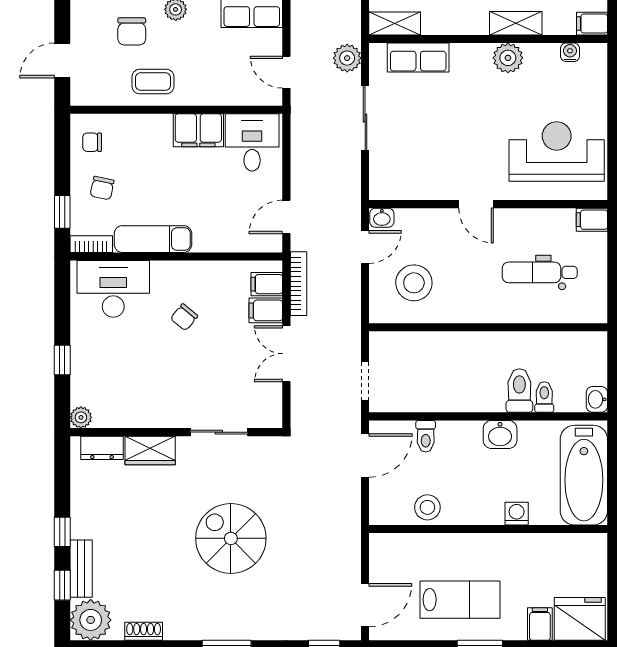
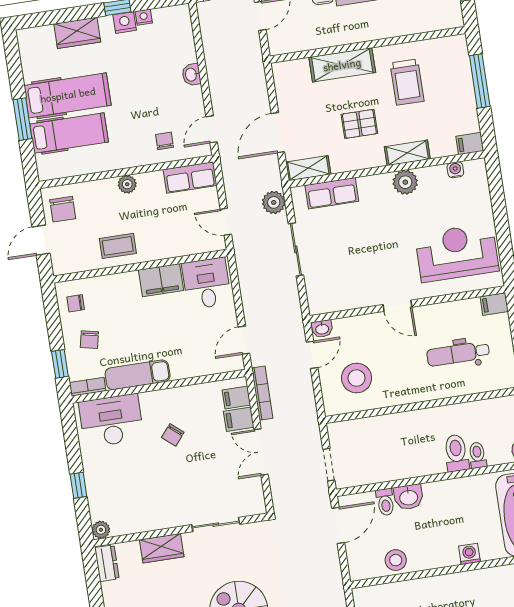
chair: (132, 31) -> (63, 209), moved
washbasin: (500, 434) -> (409, 497), moved
dresser: (102, 448) -> (107, 563), moved, turned -90

